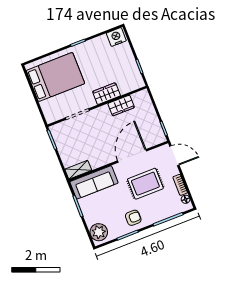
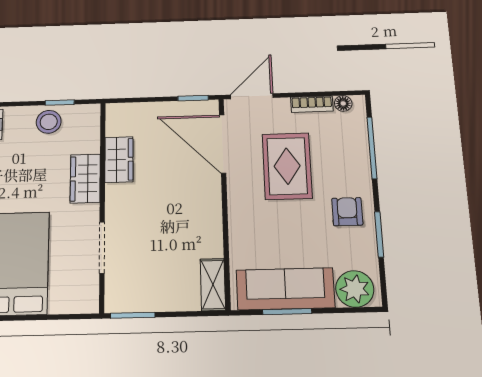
stool: (128, 65) -> (49, 122), added
door: (132, 156) -> (223, 144), moved
sofa: (94, 182) -> (285, 289), moved, turned -90

